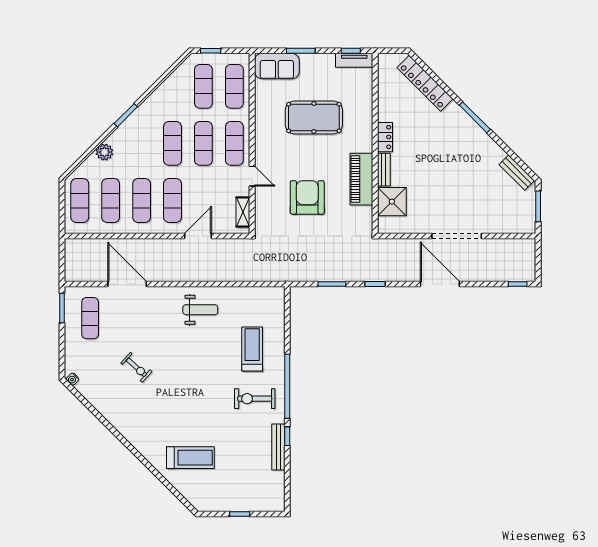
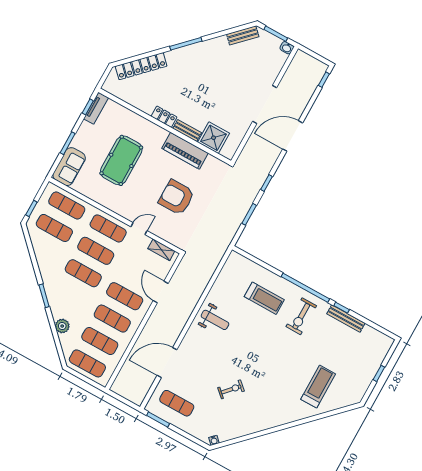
washbasin: (530, 226) -> (287, 48), added
weight bench: (200, 310) -> (215, 320), turned 90
treadmill: (252, 349) -> (264, 298), turned 180

